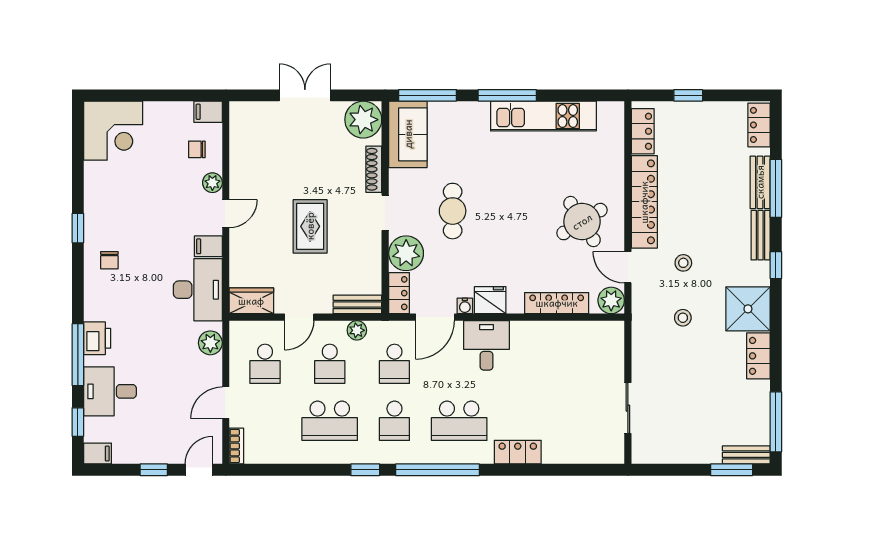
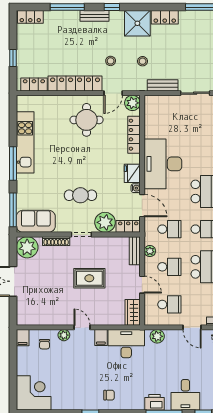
bench: (760, 182) -> (163, 85), moved
round table: (582, 222) -> (87, 120), turned 32
desk: (487, 345) -> (163, 164), width x1.87, depth x1.30

